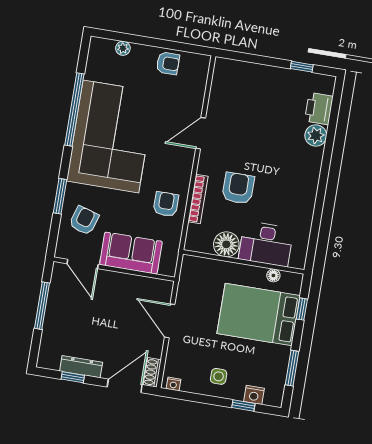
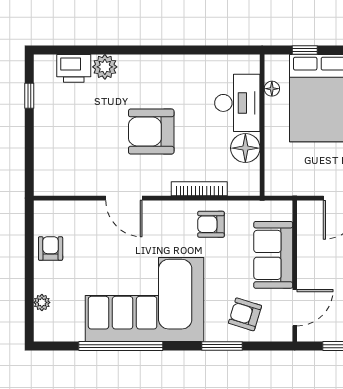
armchair: (238, 188) -> (151, 132), moved, width x1.36, depth x1.36

